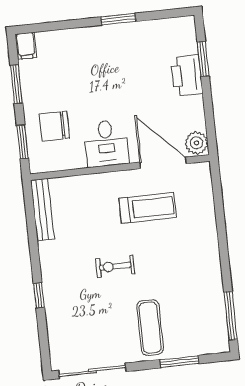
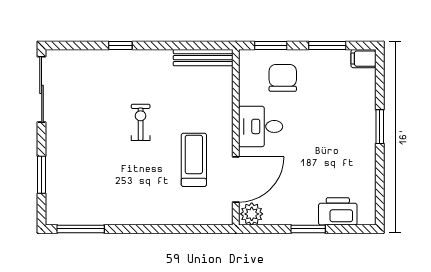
window: (118, 19) -> (380, 127), moved
window: (203, 59) -> (308, 229), moved
printer: (187, 75) -> (338, 211), moved
treadmill: (148, 208) -> (194, 160), turned 180
exercise mat: (150, 328) -> (78, 150), removed

